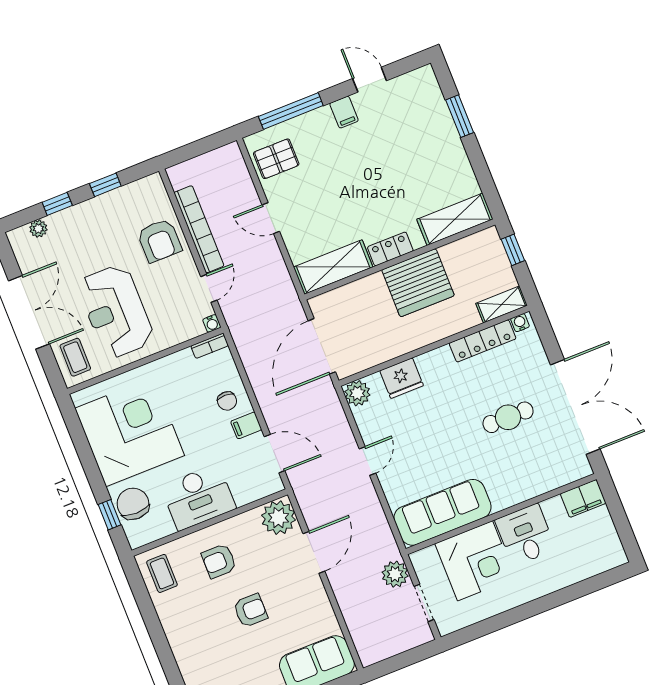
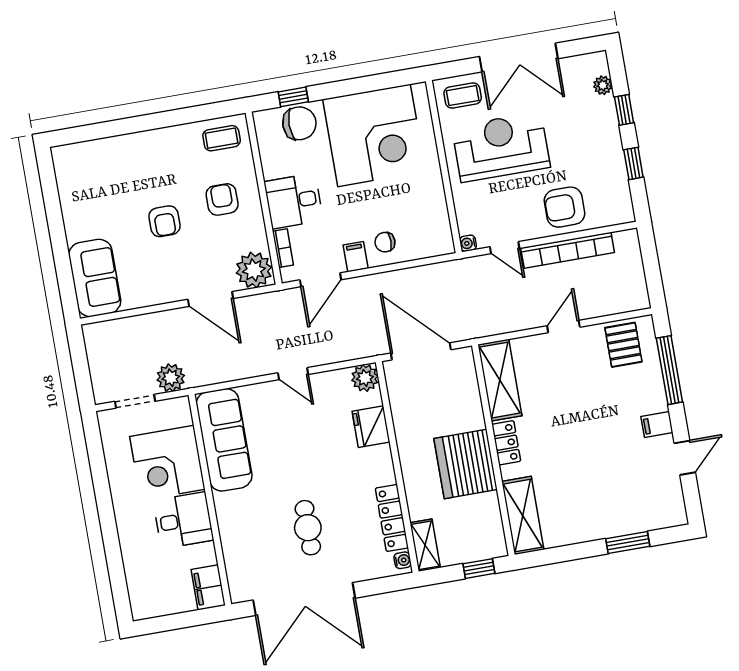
bookcase: (210, 346) -> (283, 248), moved, turned 180
desk: (198, 497) -> (294, 201), width x0.73

